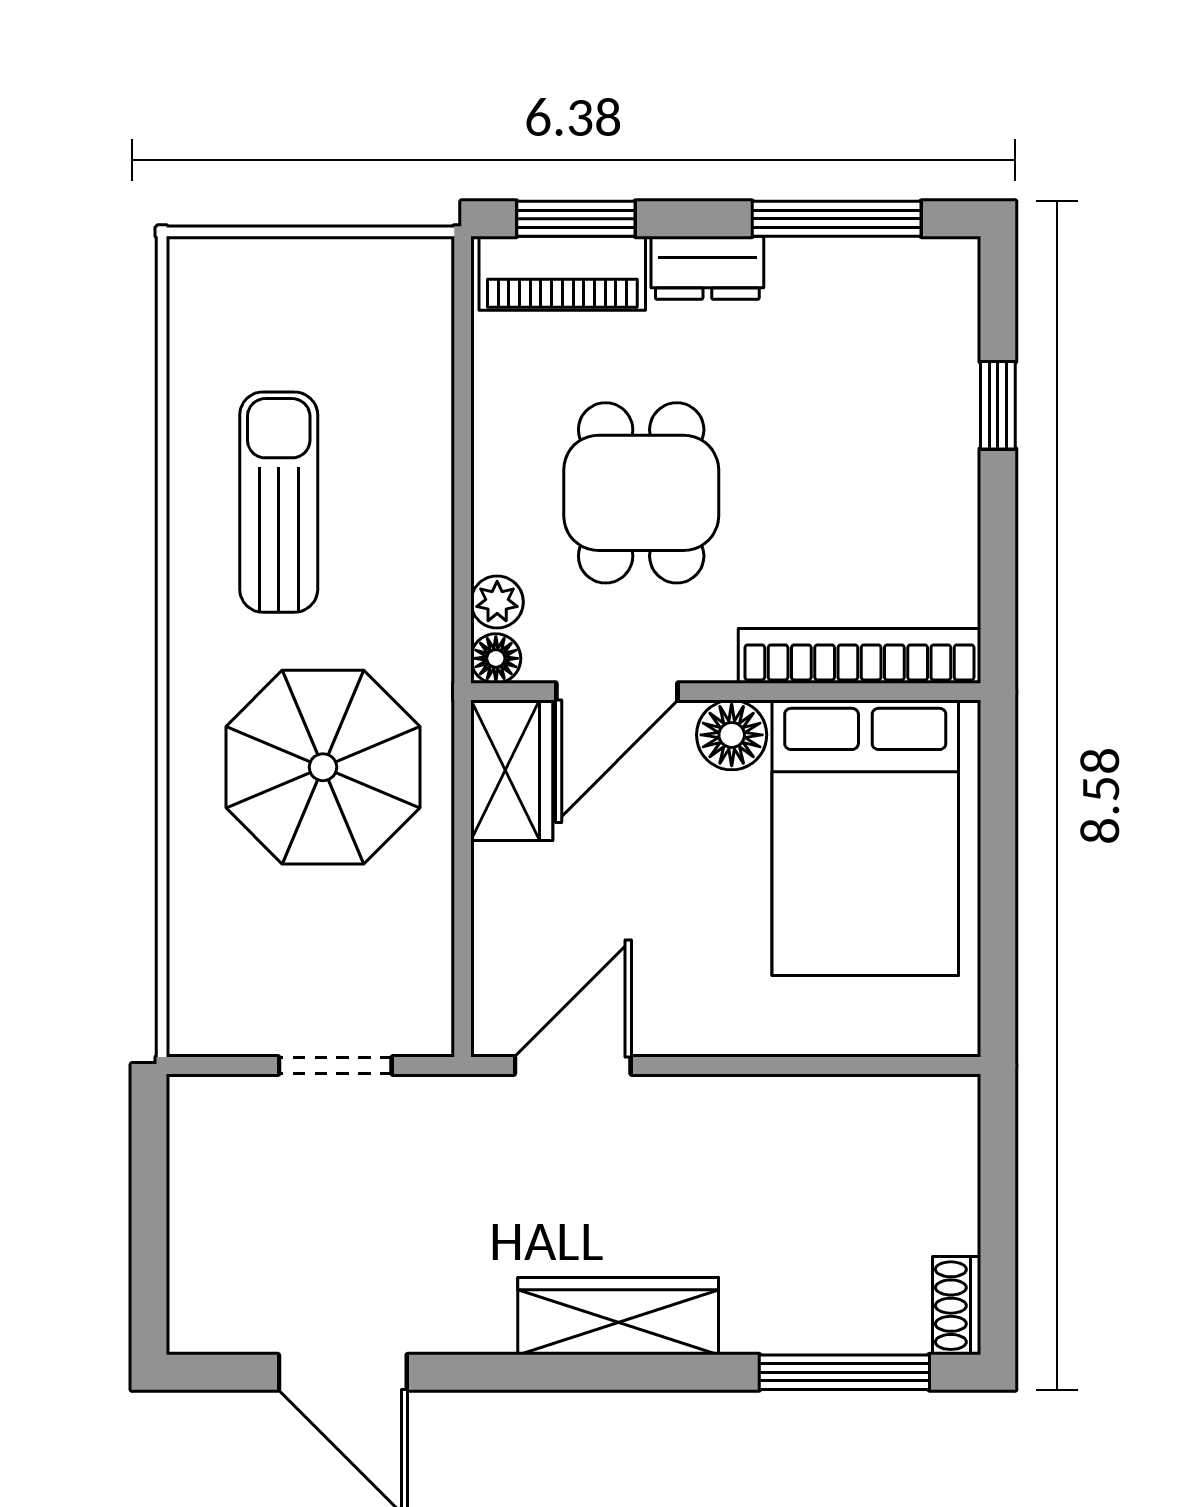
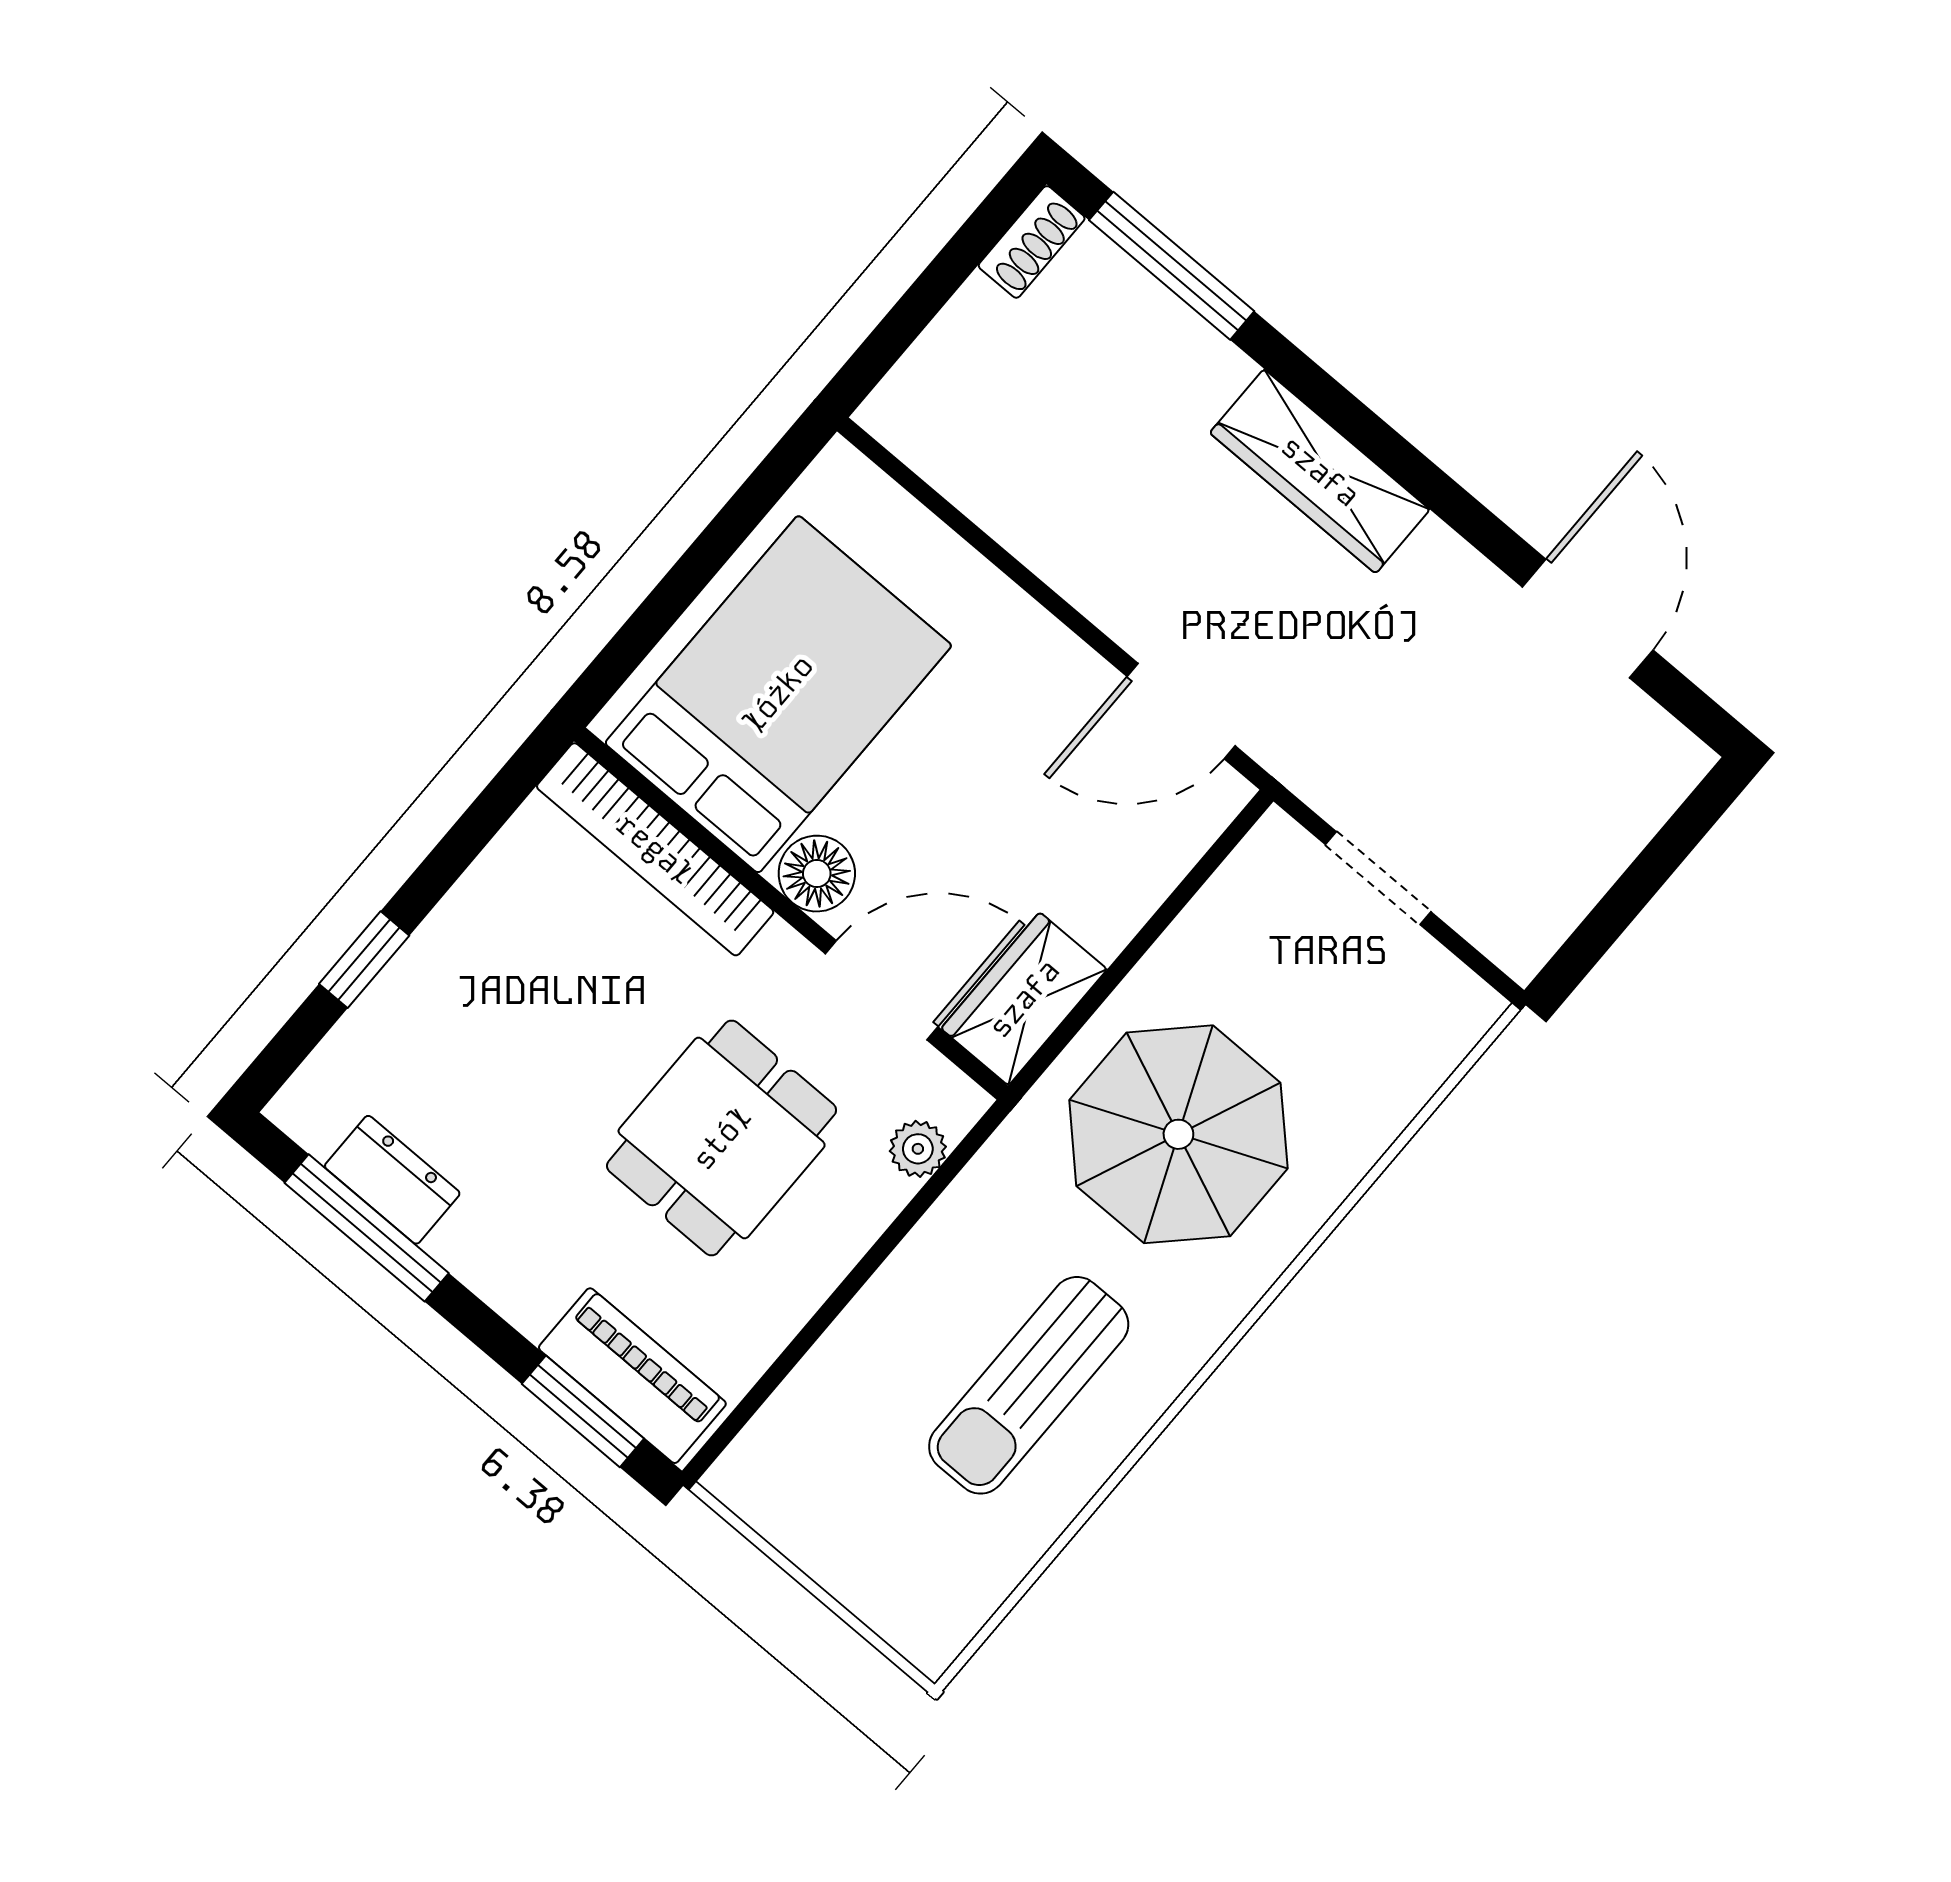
dresser: (707, 268) -> (392, 1180), moved
floor lamp: (496, 658) -> (959, 1103), removed

